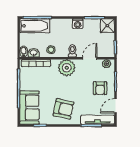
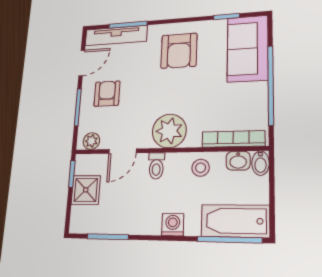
washing machine: (78, 24) -> (173, 225), moved
shower: (107, 26) -> (86, 190), moved
armchair: (63, 109) -> (179, 51), turned -102

